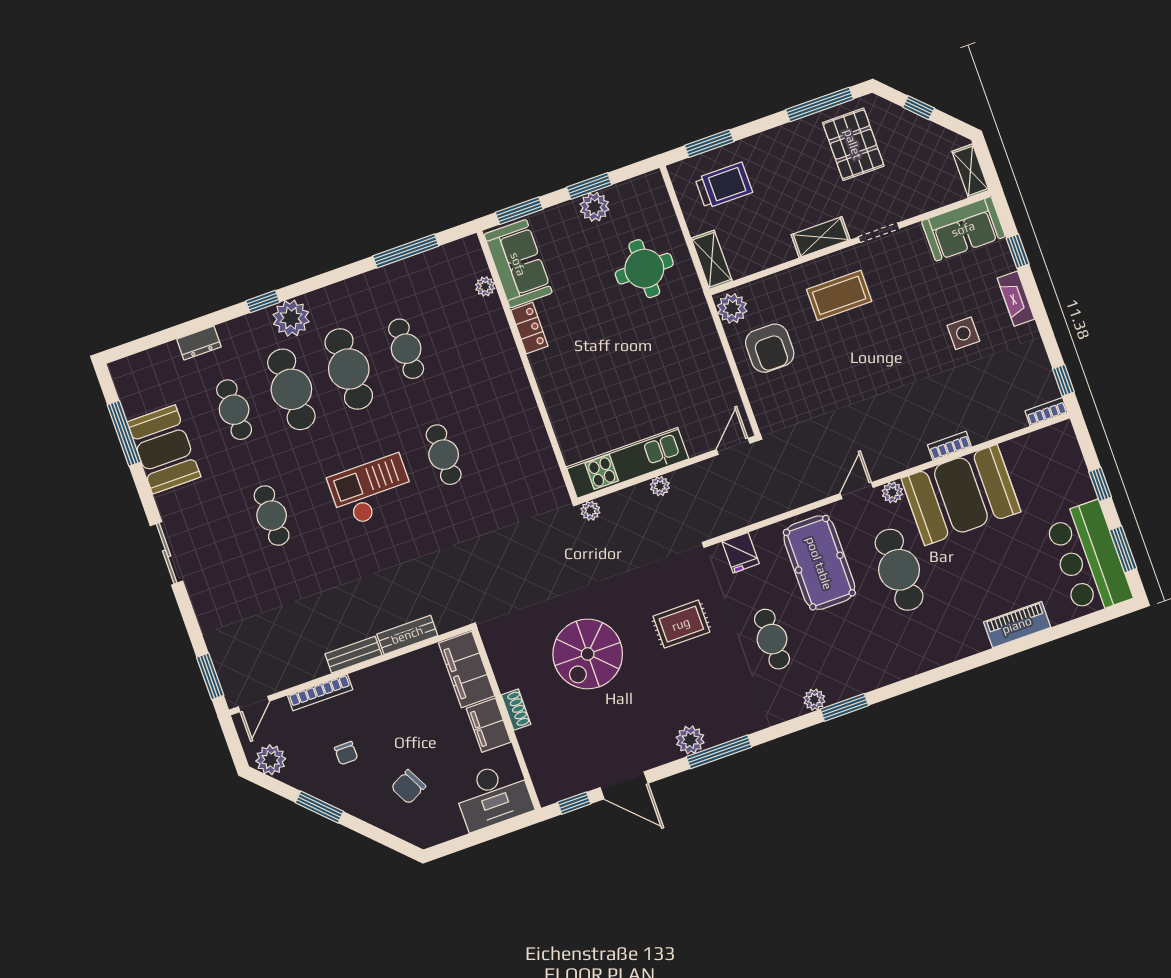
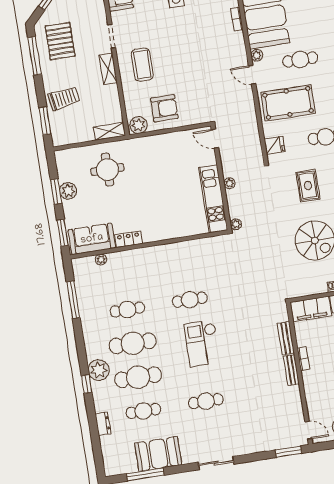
pallet: (853, 144) -> (60, 41), turned 90
trolley: (724, 185) -> (64, 98), moved, turned 81
cafe table: (899, 570) -> (300, 59), width x0.73, depth x0.74
bookcase: (320, 693) -> (303, 359), moved, width x0.64

